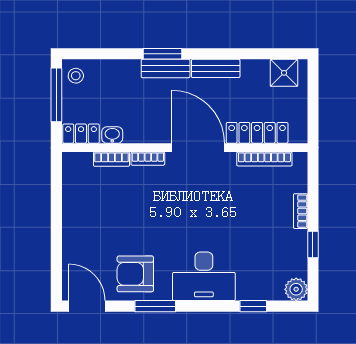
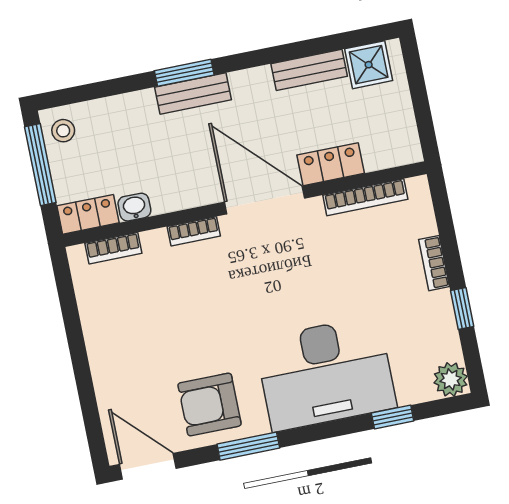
bench: (216, 68) -> (309, 70), moved
locker: (257, 133) -> (331, 164), width x0.66
bookcase: (111, 159) -> (113, 248), moved
desk: (204, 276) -> (326, 373), width x1.36, depth x1.30

